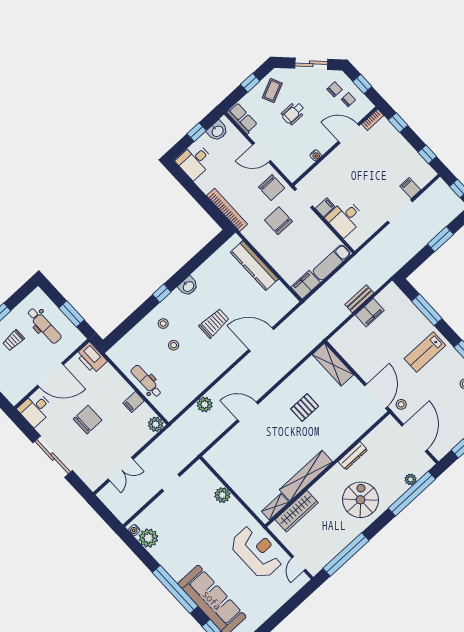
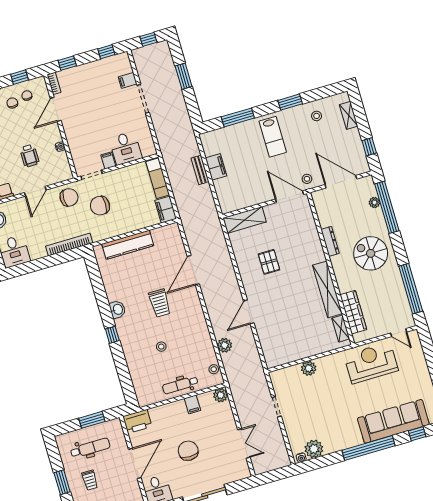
wheelchair: (293, 113) -> (29, 156), moved
trolley: (214, 323) -> (160, 303), turned 180
stool: (163, 324) -> (214, 369), moved

